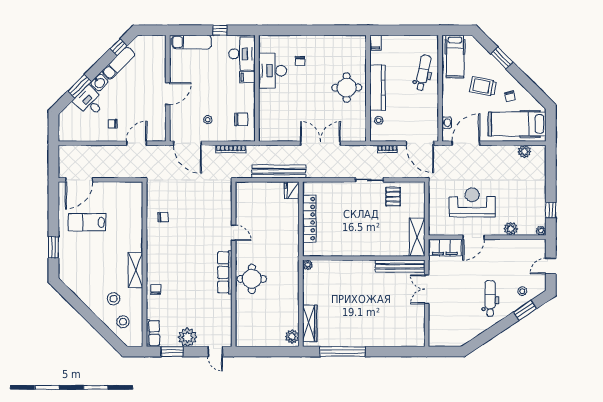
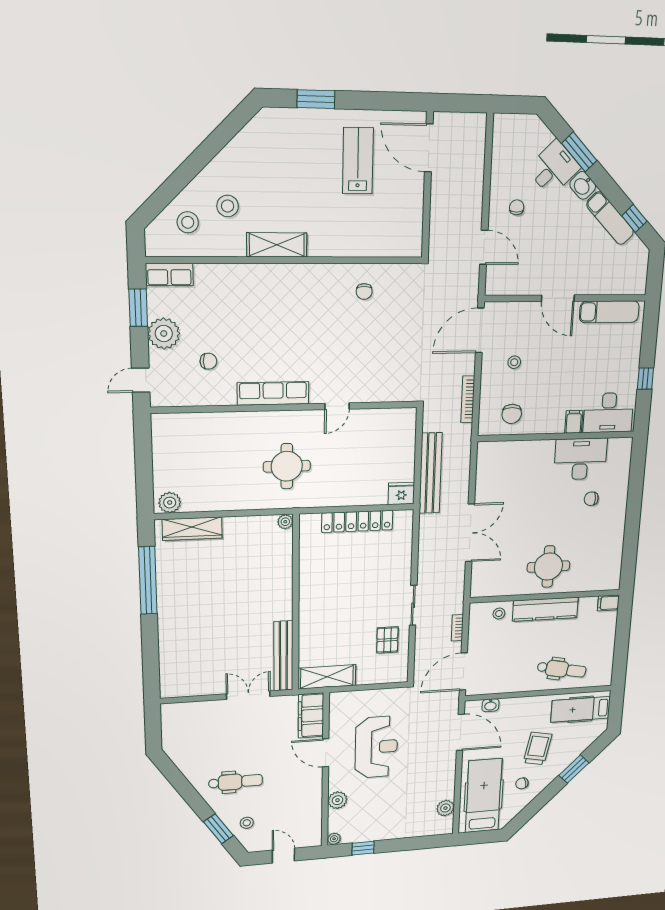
exam couch: (192, 42) -> (609, 312), moved, turned -90
pallet: (393, 197) -> (387, 640), turned 90
round table: (252, 279) -> (287, 466), moved
chair: (156, 289) -> (208, 361), moved

